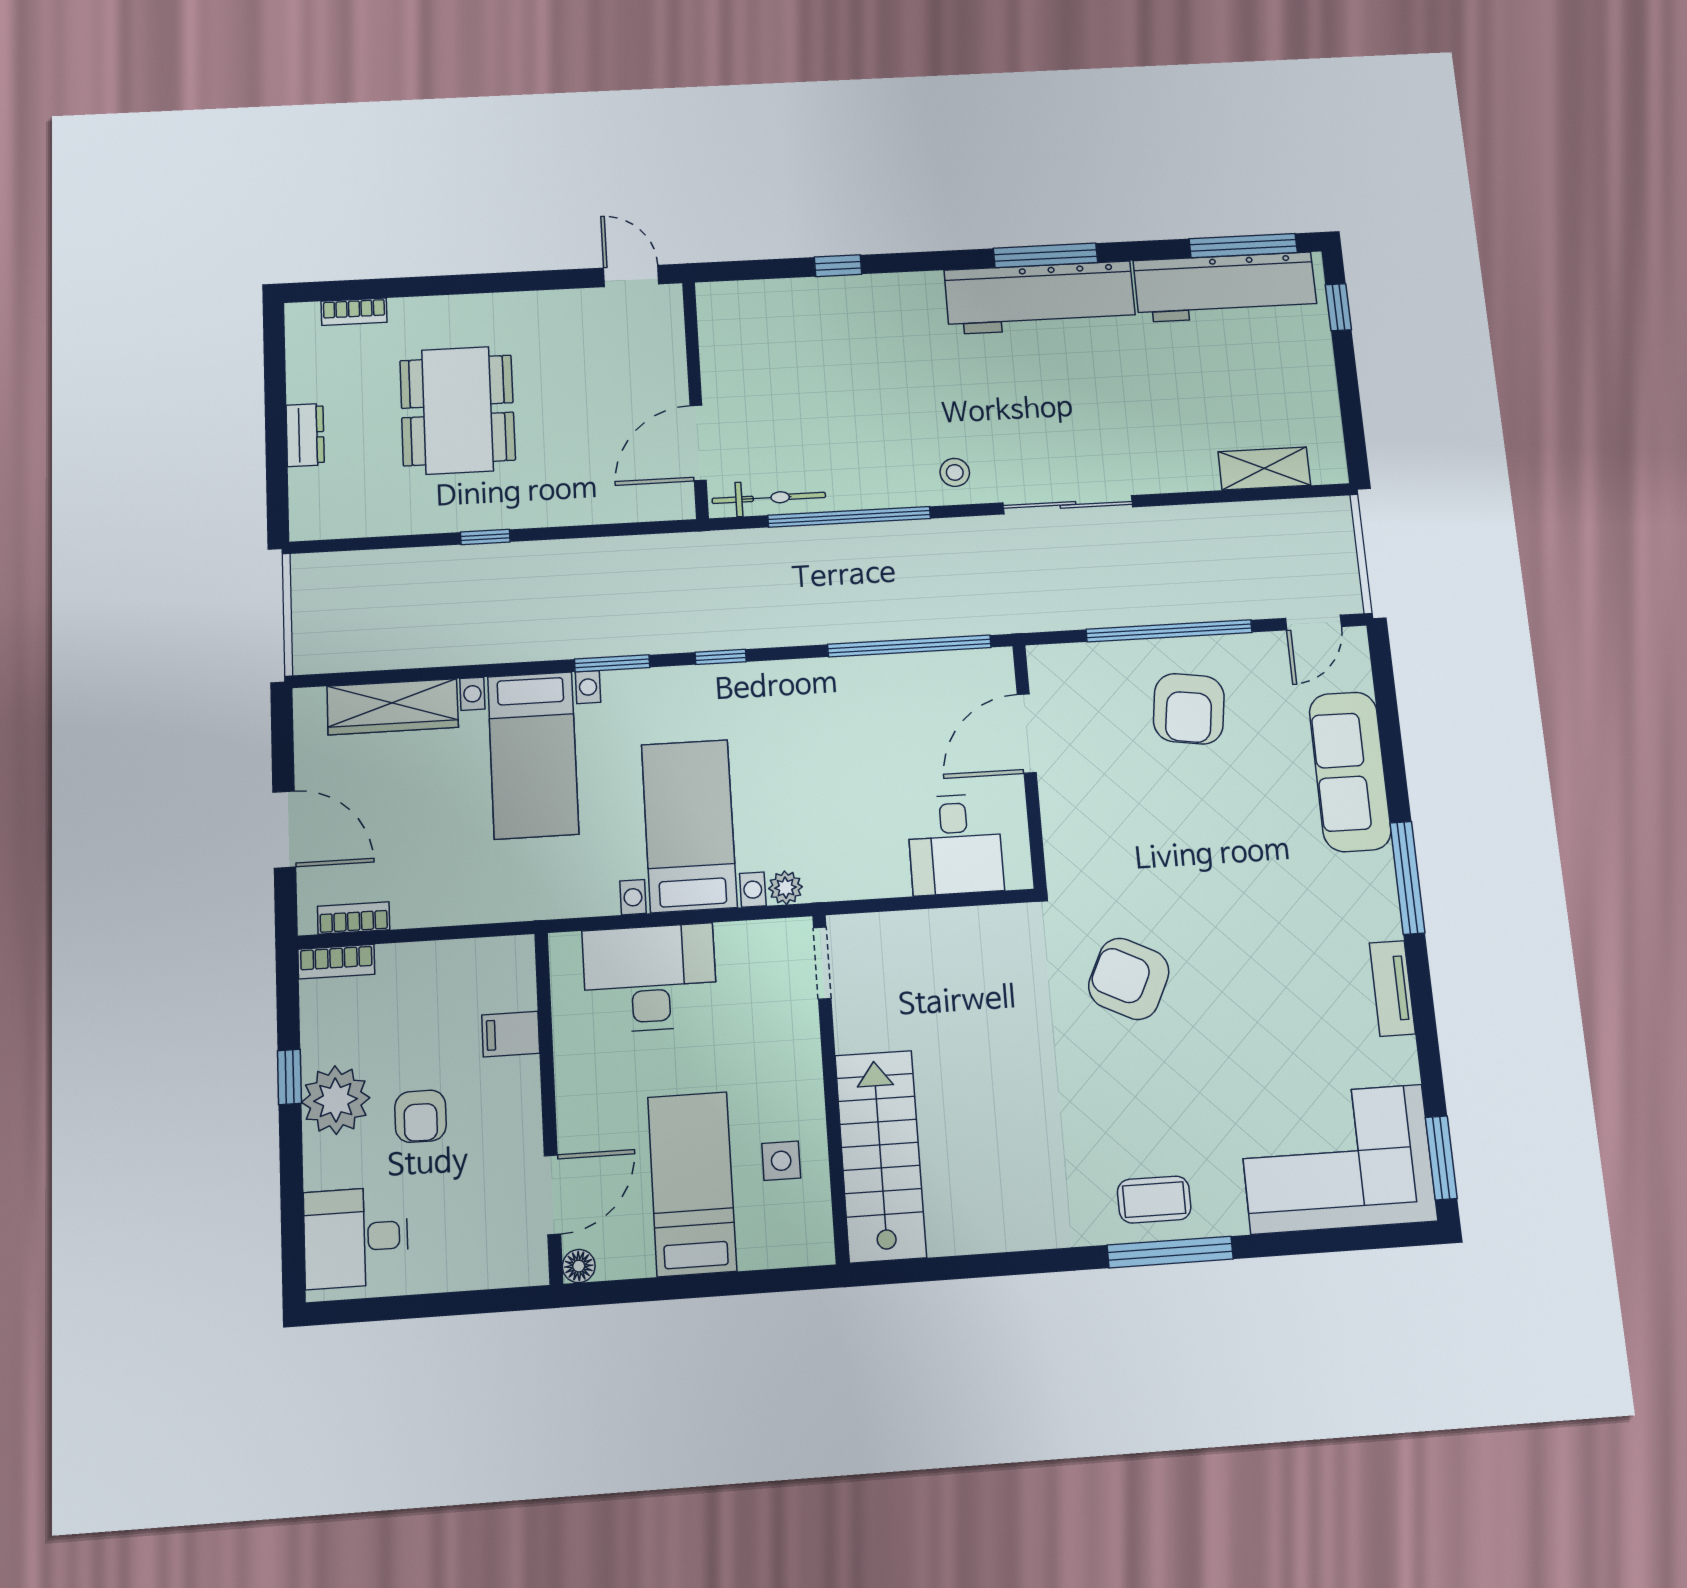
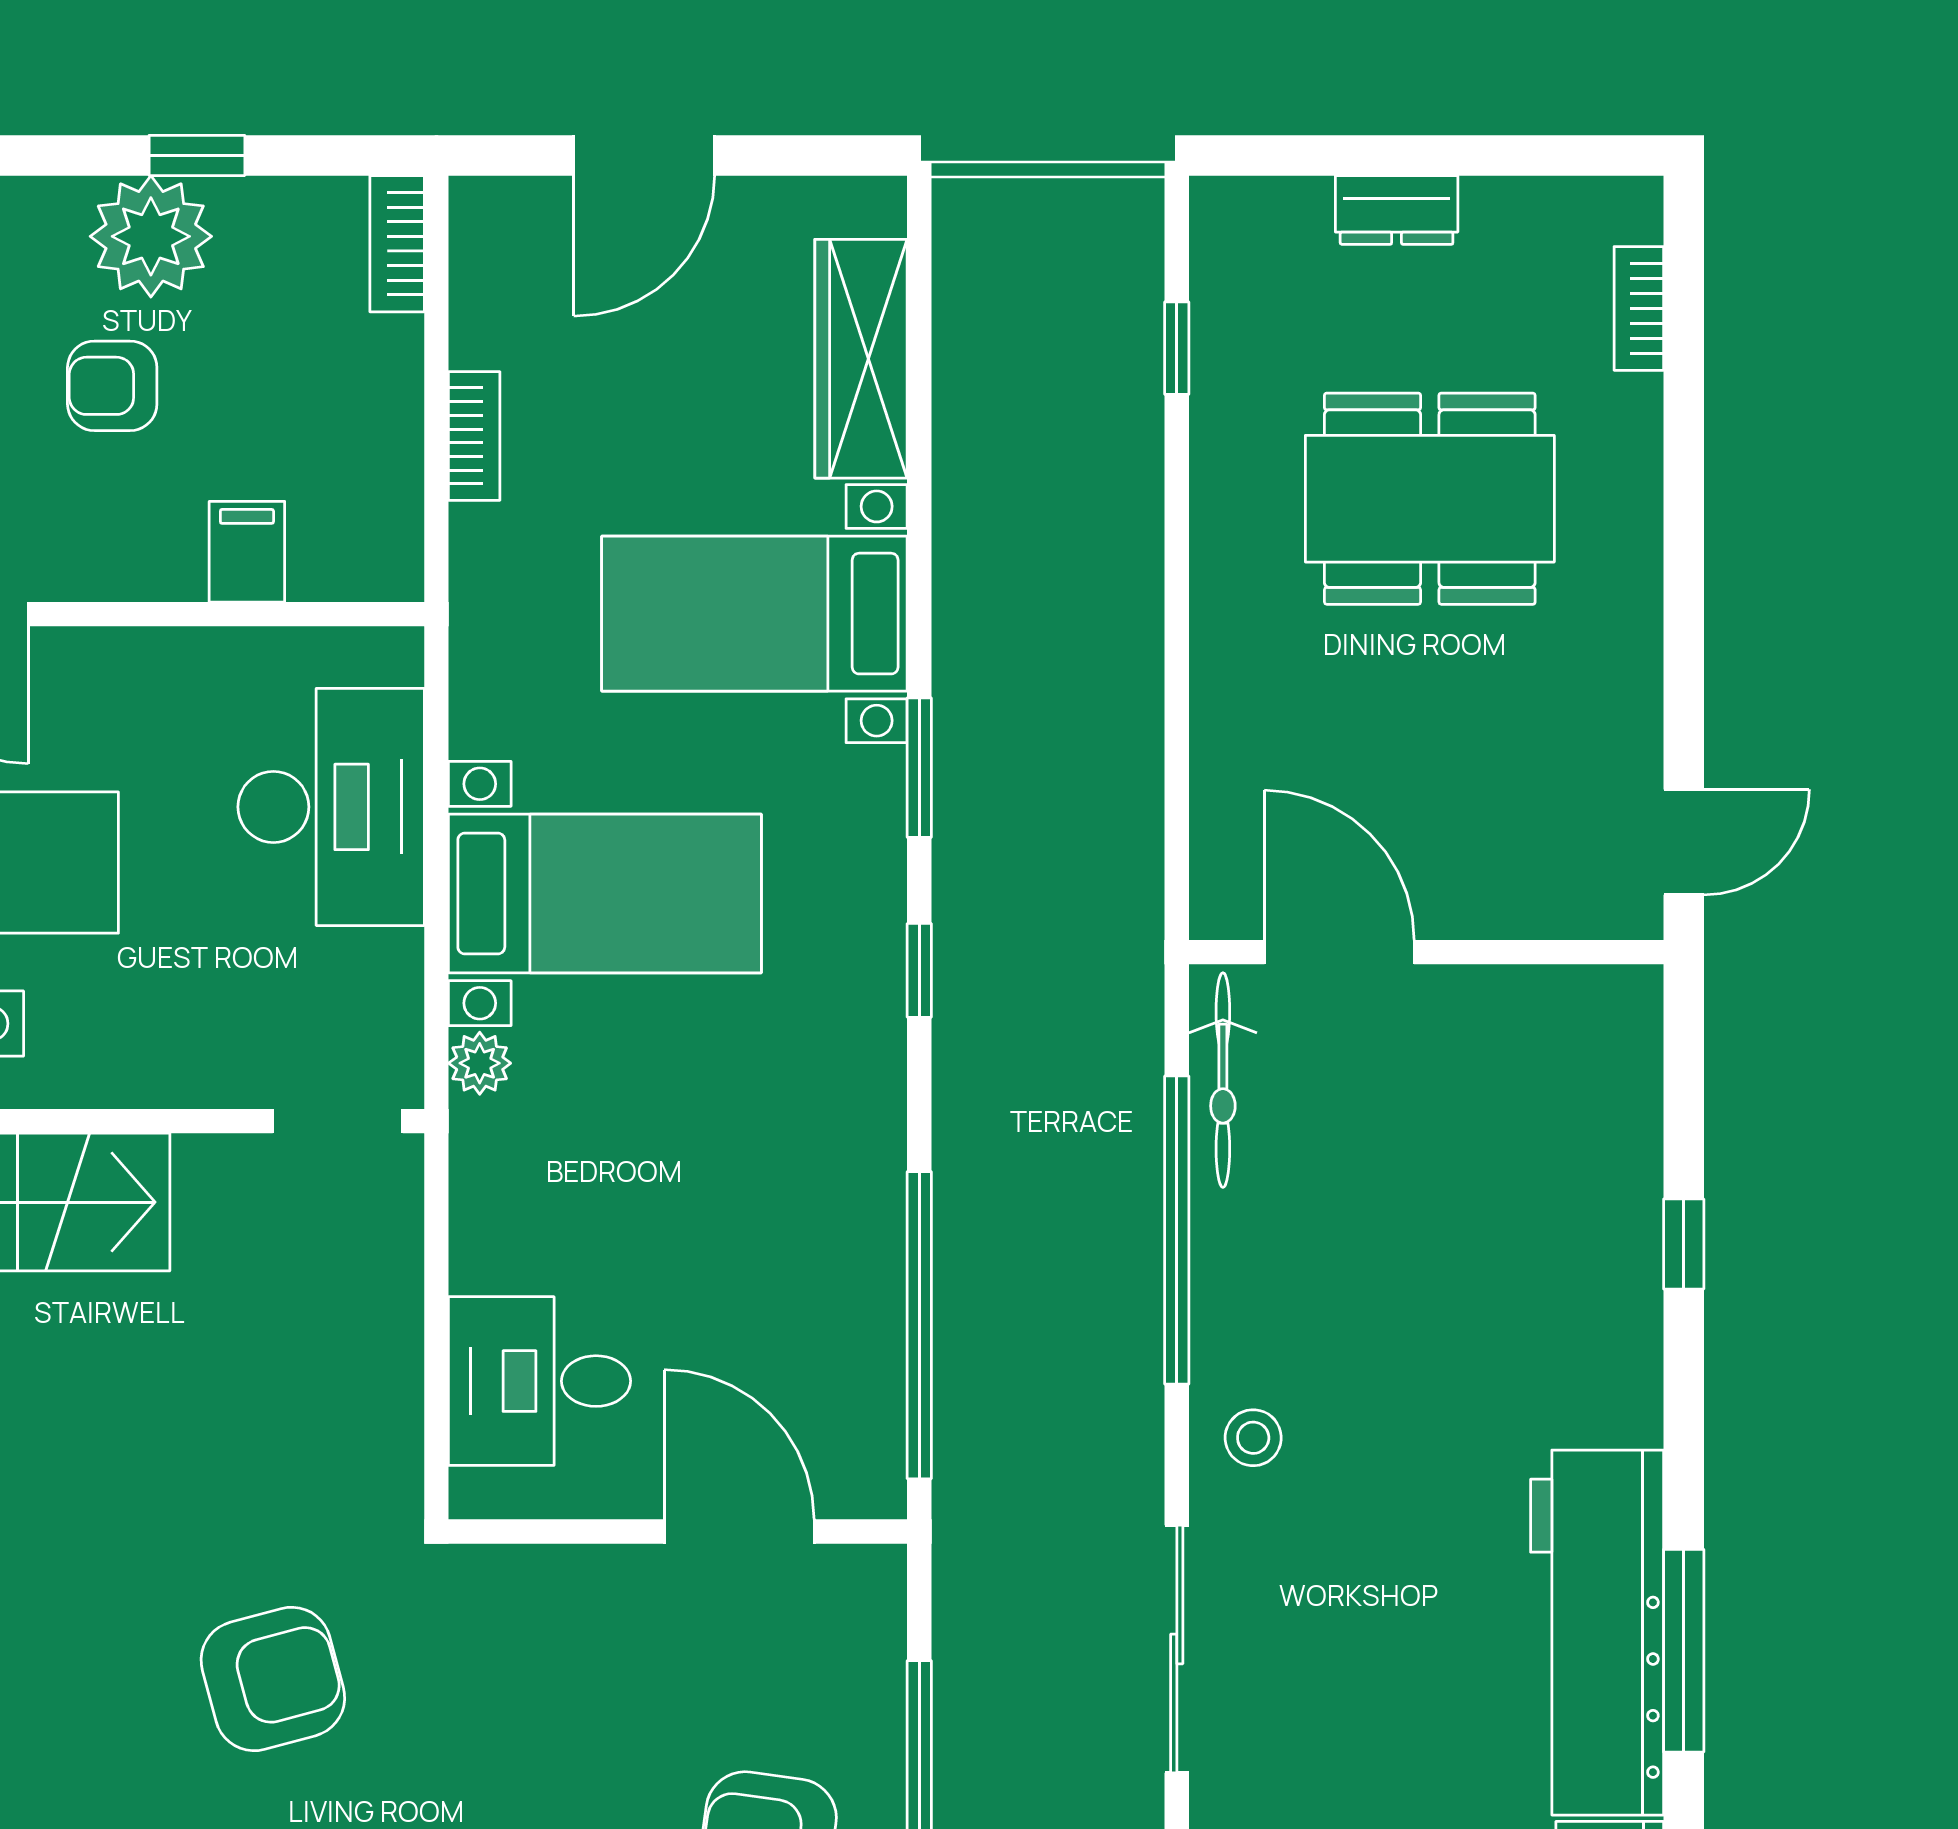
window: (485, 537) -> (1177, 348), moved
bookcase: (354, 918) -> (474, 436), moved
armchair: (1129, 979) -> (273, 1679), turned 49

